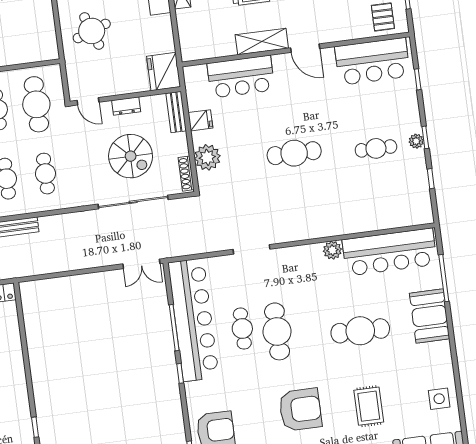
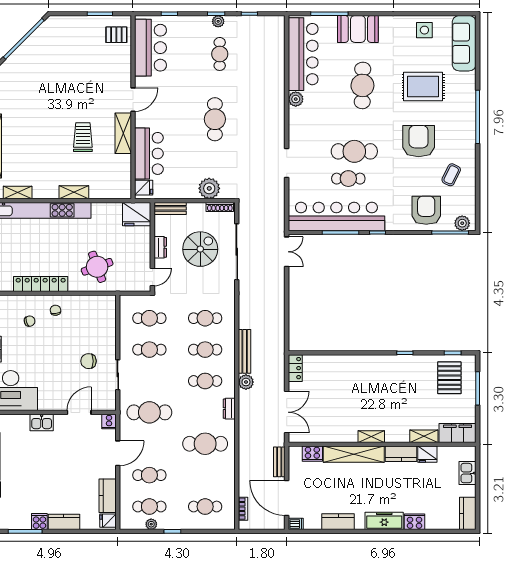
cafe table: (36, 104) -> (149, 318), width x0.73, depth x0.74
fridge: (200, 120) -> (144, 188), moved, turned 90
rug: (369, 406) -> (423, 87), width x1.36, depth x1.43

